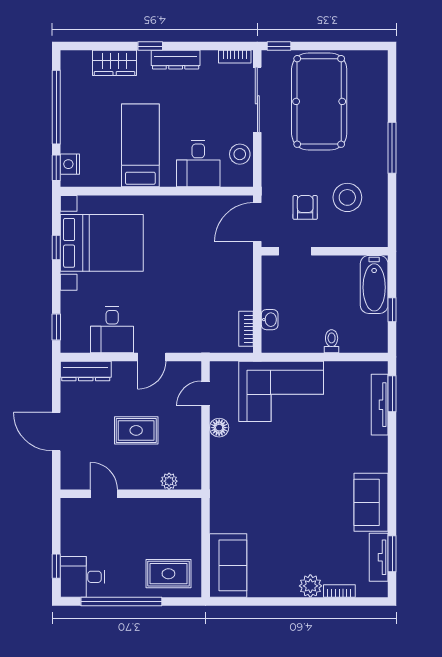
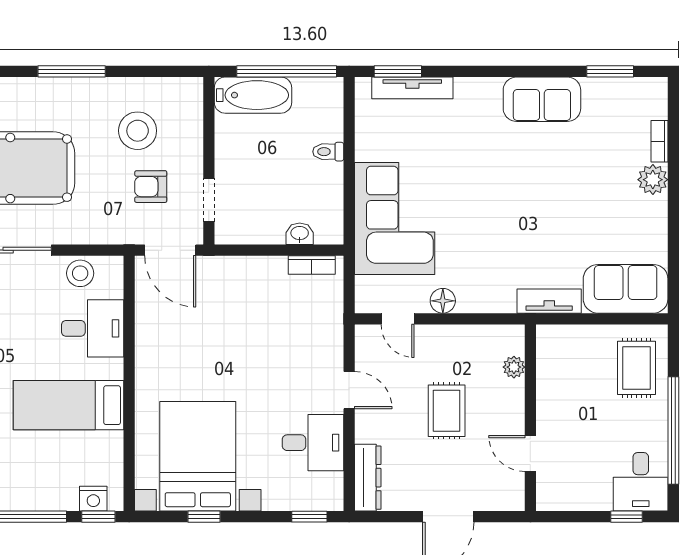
window: (392, 310) -> (287, 71), width x3.17
door: (104, 494) -> (530, 453), hinge flipped
tv unit: (379, 557) -> (549, 301), moved, turned 180

